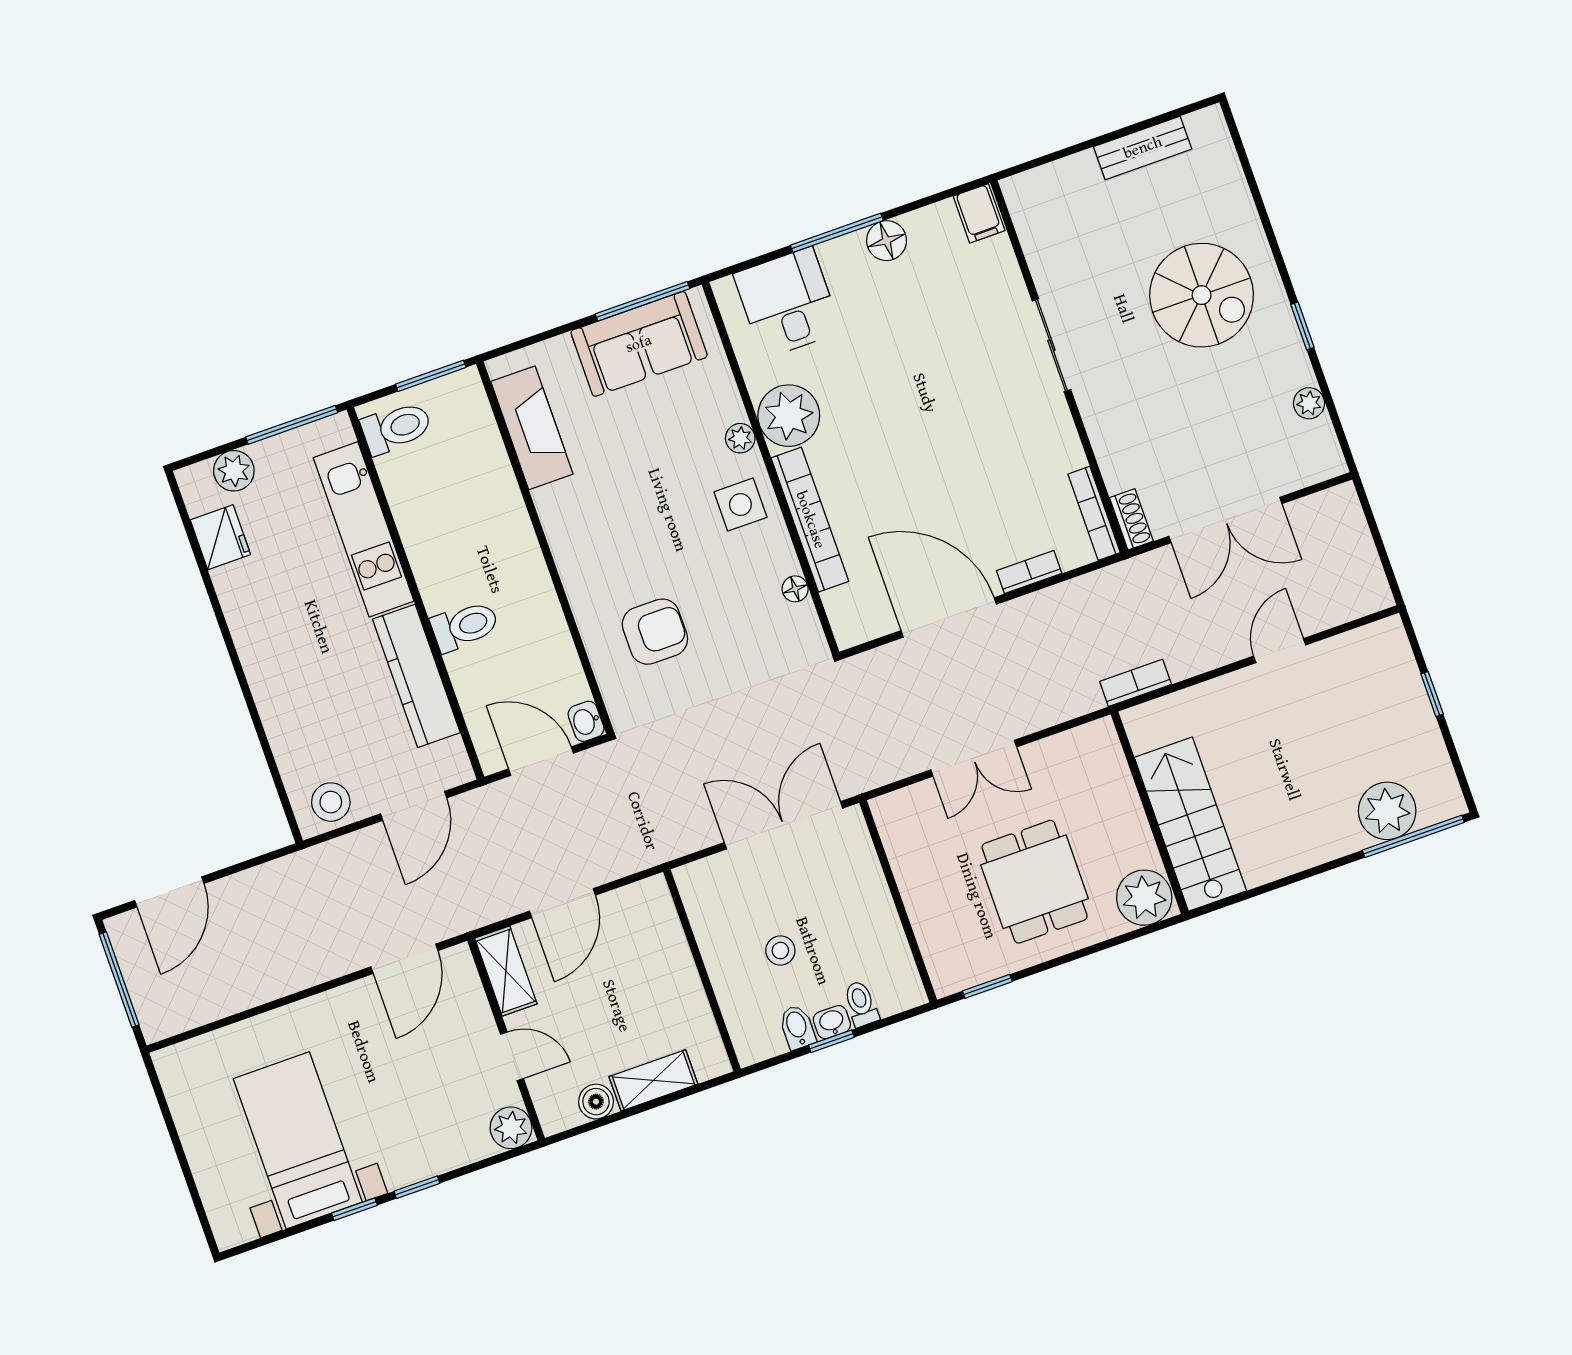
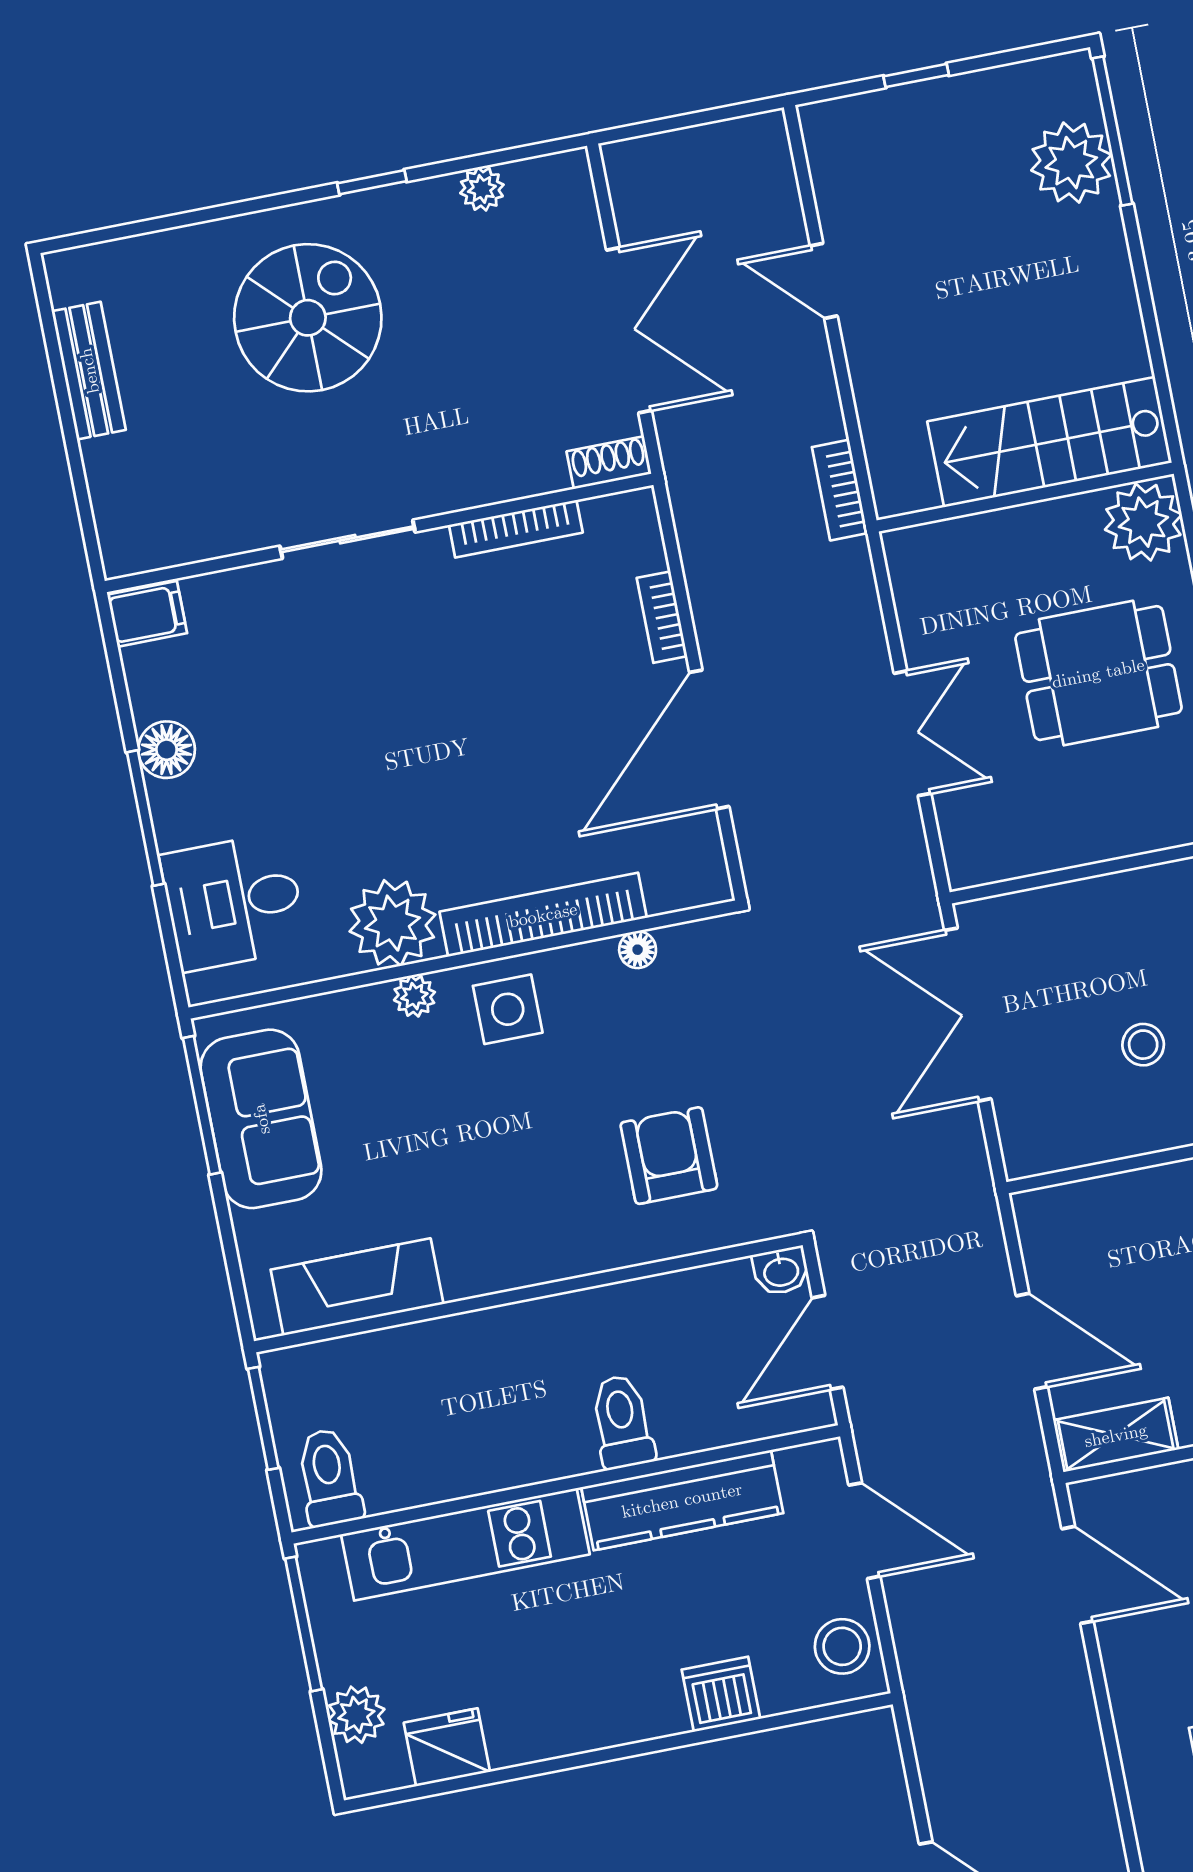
bookcase: (1094, 513) -> (516, 529), moved
dishwasher: (285, 723) -> (721, 1694), added

